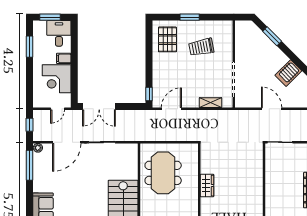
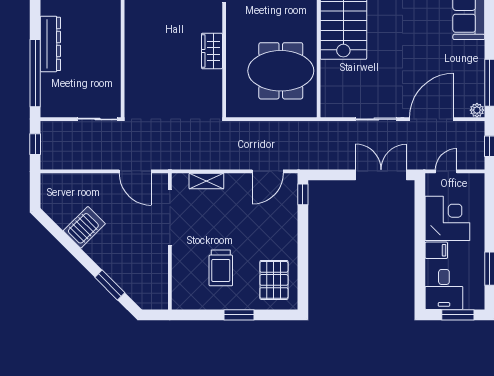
trolley: (201, 47) -> (221, 268), turned 101
door: (272, 109) -> (135, 171), moved
meeting table: (163, 173) -> (281, 71), turned 90

